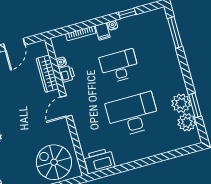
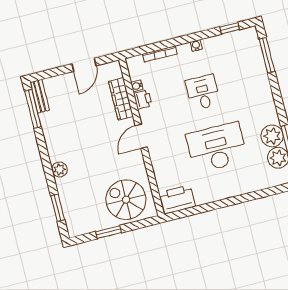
window: (127, 13) -> (230, 28), moved
filing cabinet: (103, 31) -> (185, 52), removed
desk: (119, 66) -> (203, 92), width x0.73

